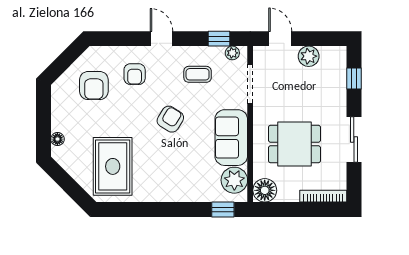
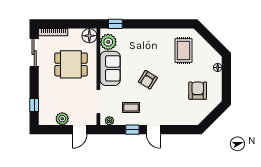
window: (219, 39) -> (132, 130), moved
door: (280, 39) -> (80, 130), hinge flipped
armchair: (135, 74) -> (170, 108), removed
armchair: (94, 86) -> (198, 91), moved
sliding door: (354, 140) -> (34, 53), moved
rug: (113, 166) -> (184, 50), width x0.73, depth x0.70

